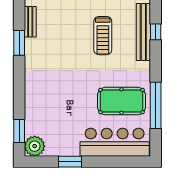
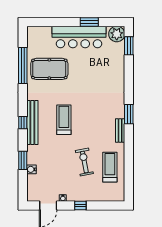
bar counter: (115, 142) -> (79, 37), moved

